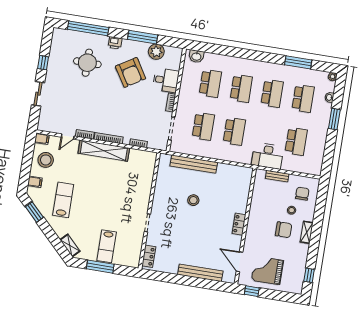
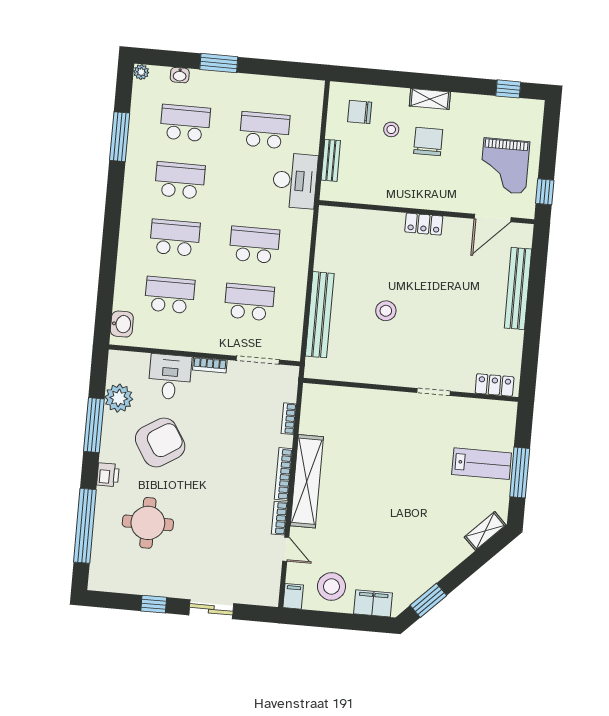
filing cabinet: (35, 182) -> (373, 603), width x2.00
lab bench: (63, 200) -> (402, 549), removed

